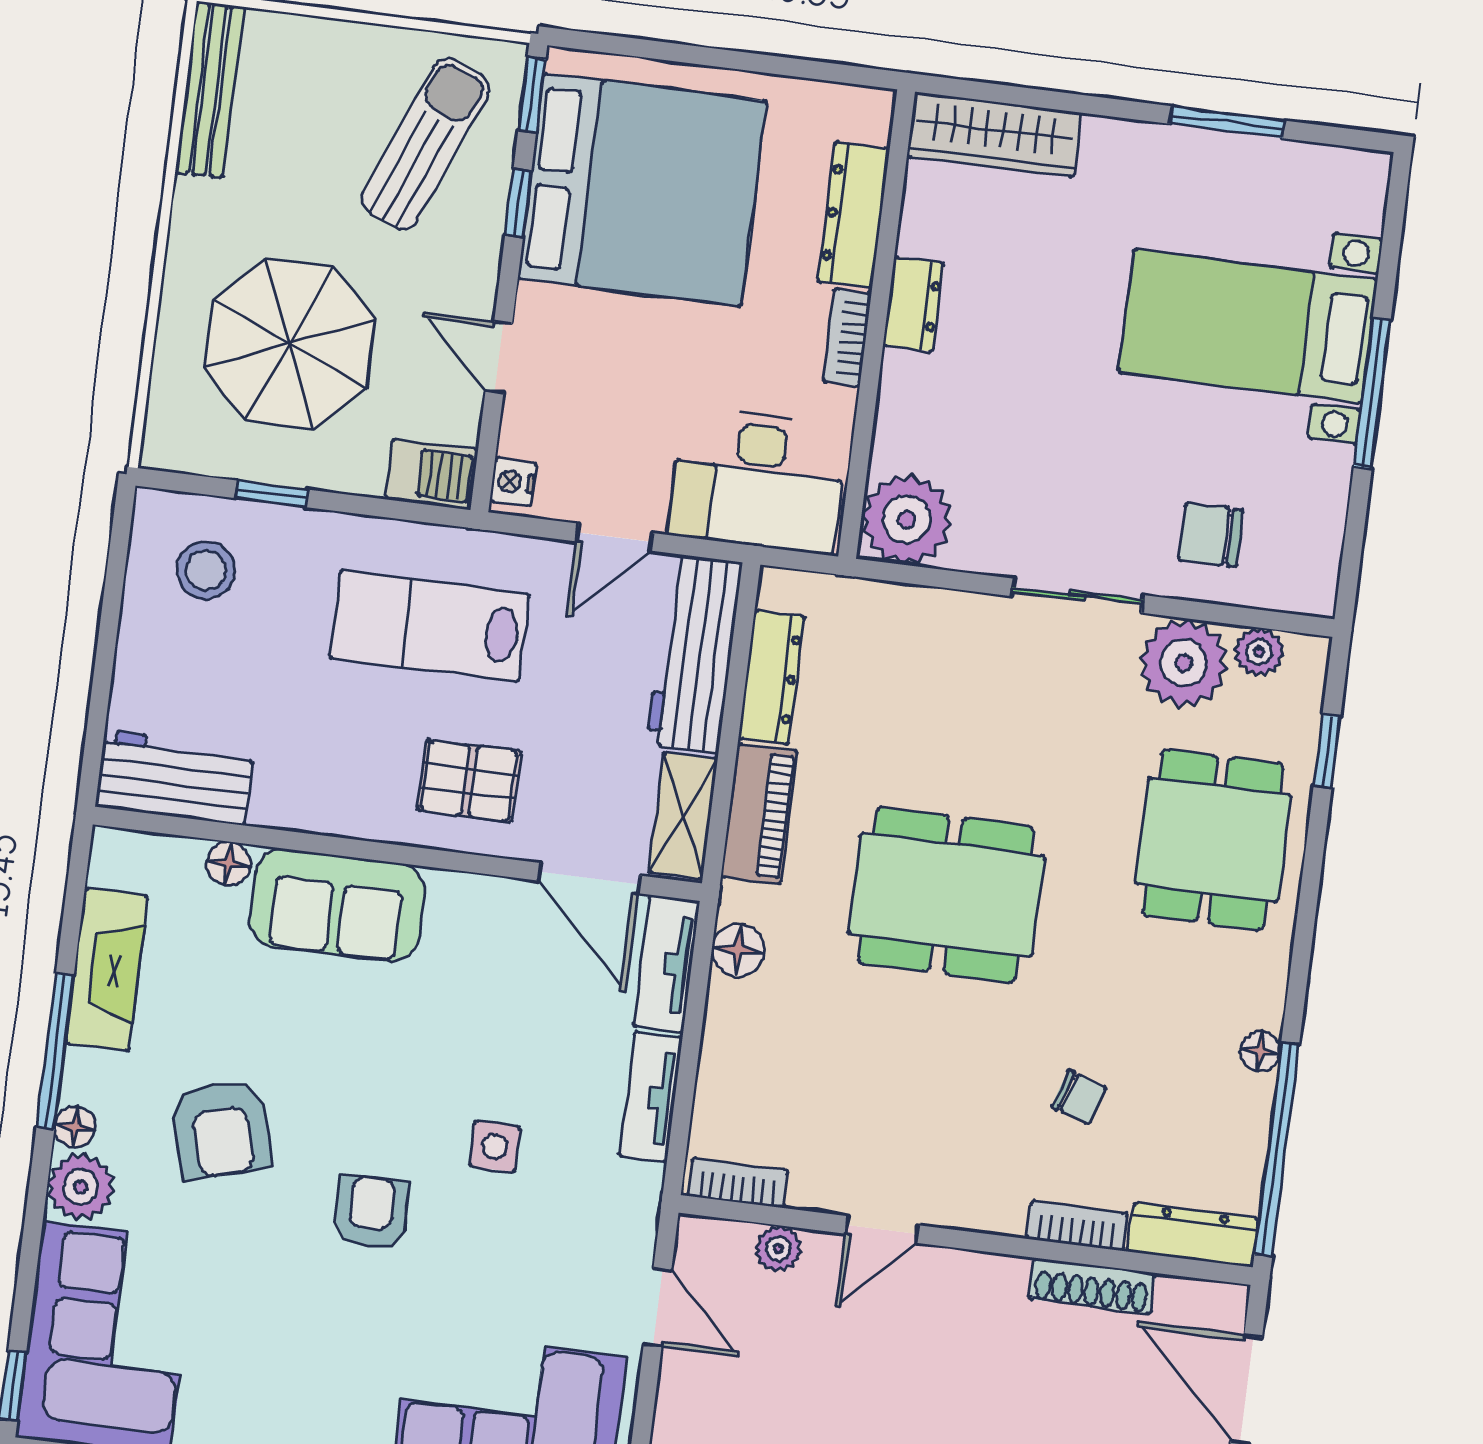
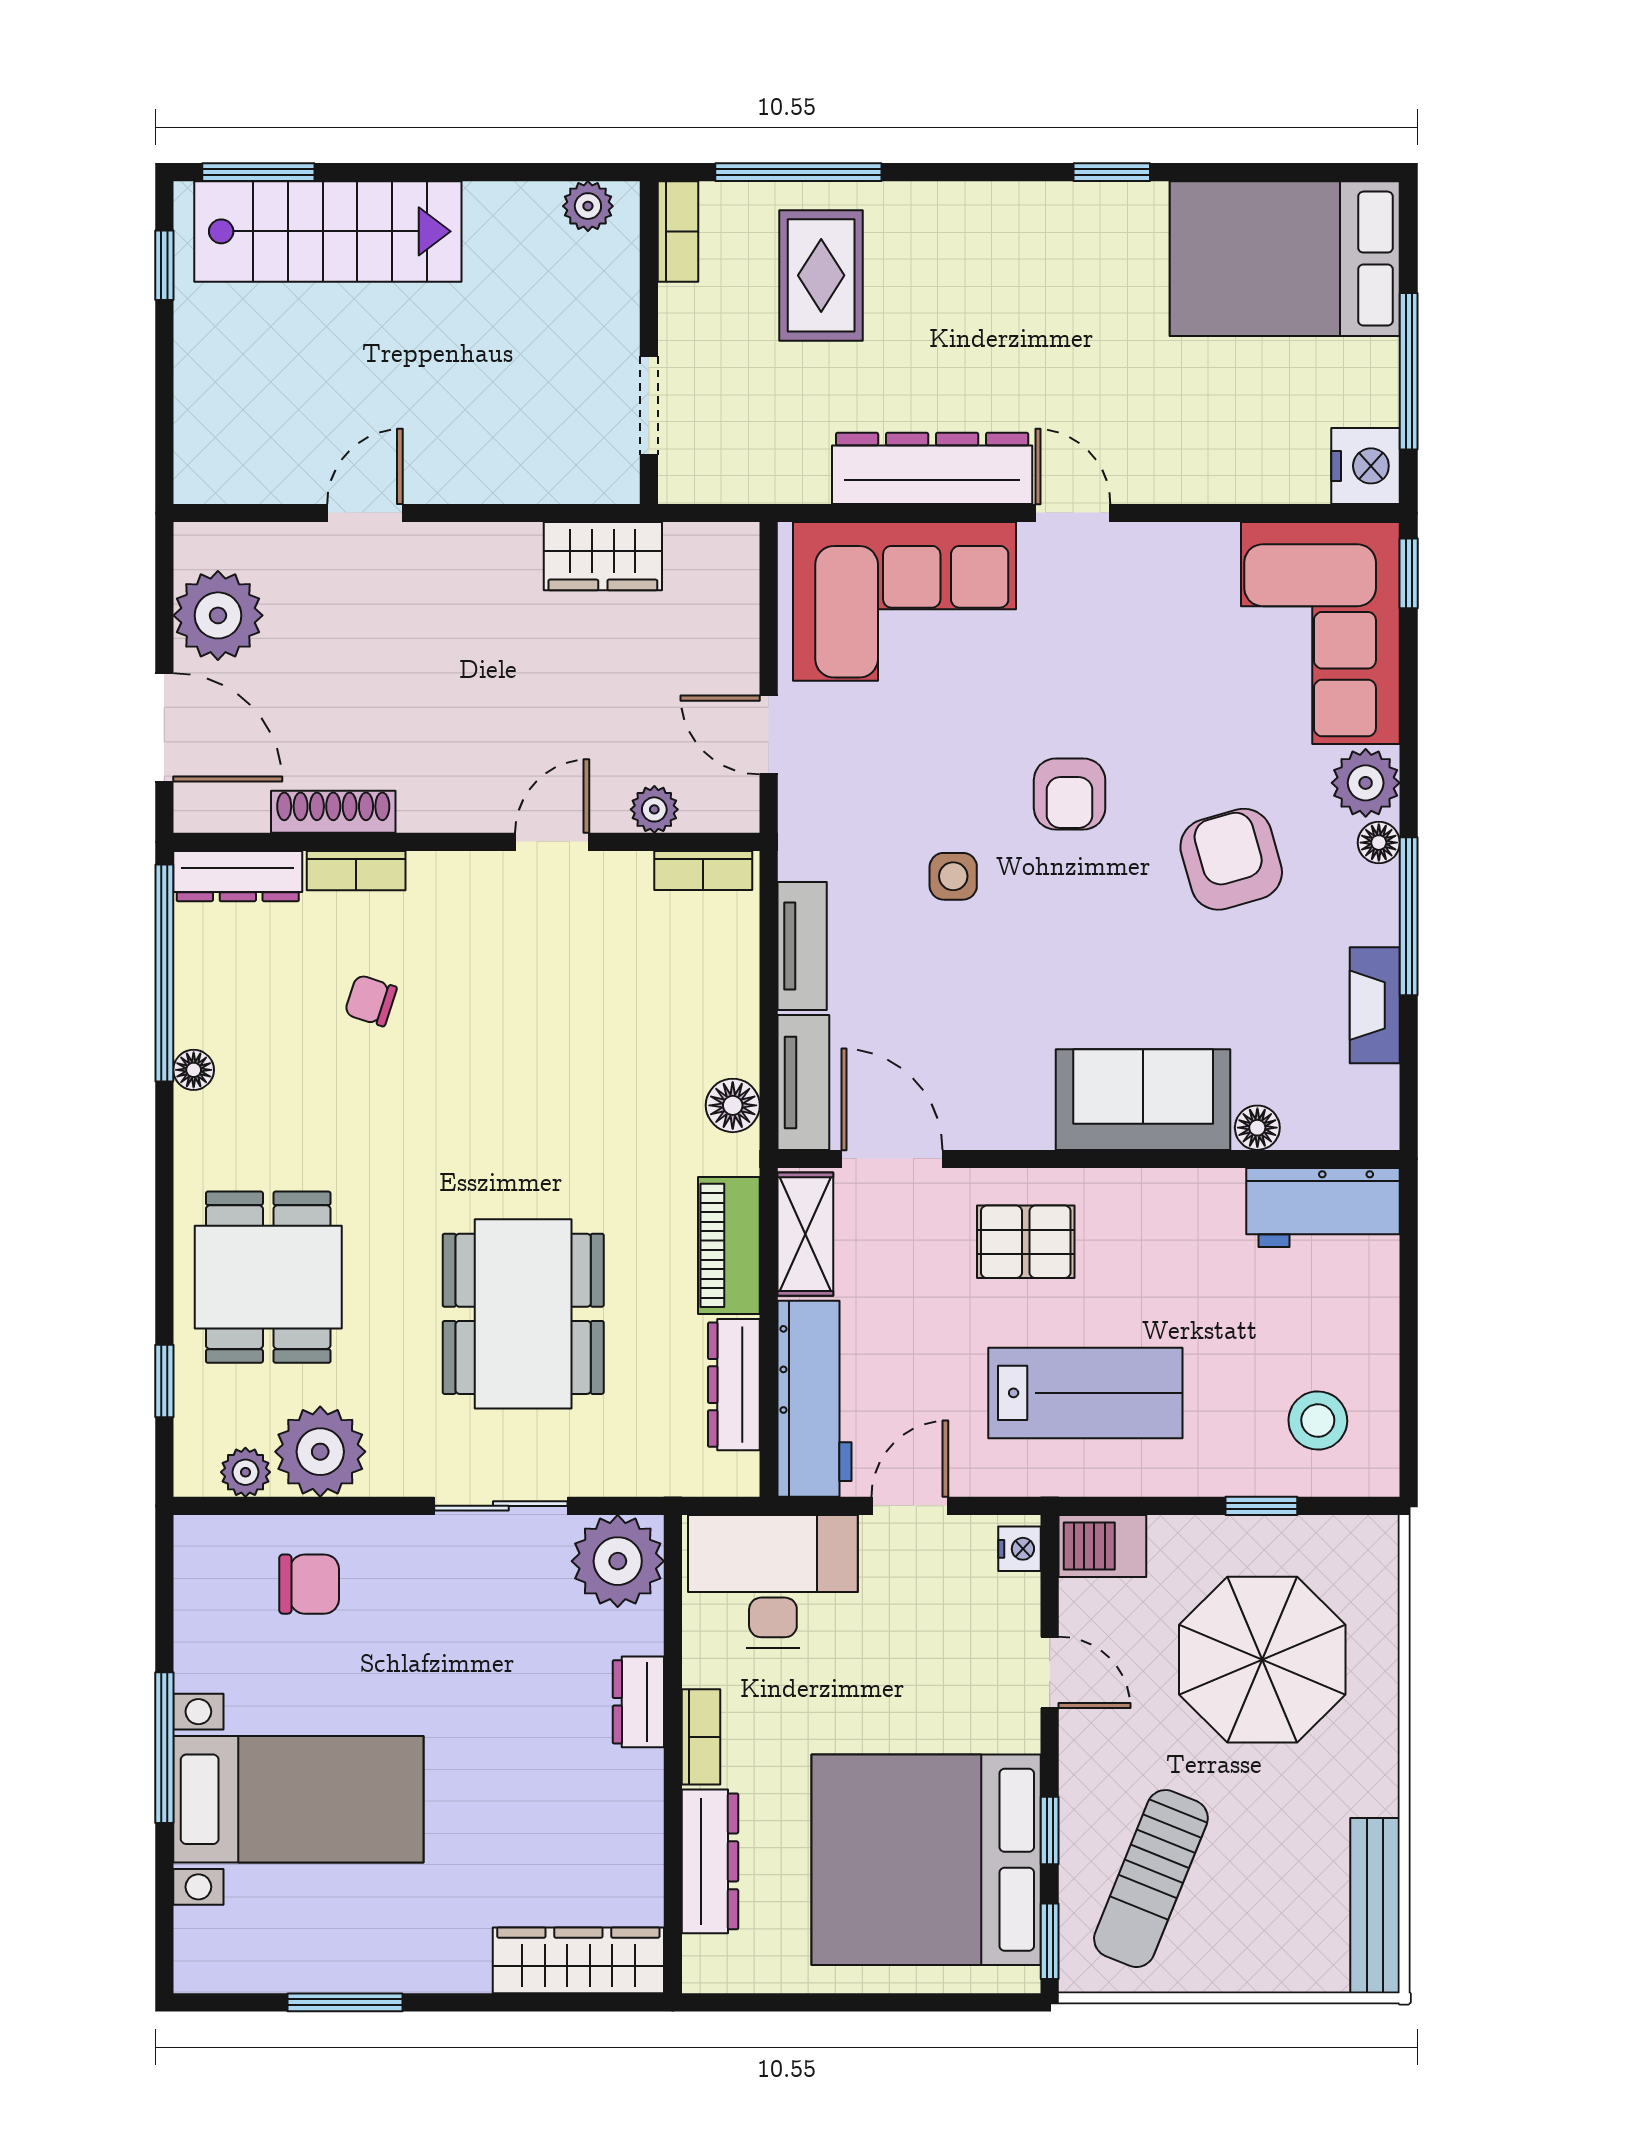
dresser: (913, 304) -> (638, 1702), moved
sliding door: (1077, 596) -> (501, 1506), moved
dining table: (946, 895) -> (523, 1314), moved, turned 90
fireplace: (107, 970) -> (1375, 1005), width x0.73, depth x0.76

